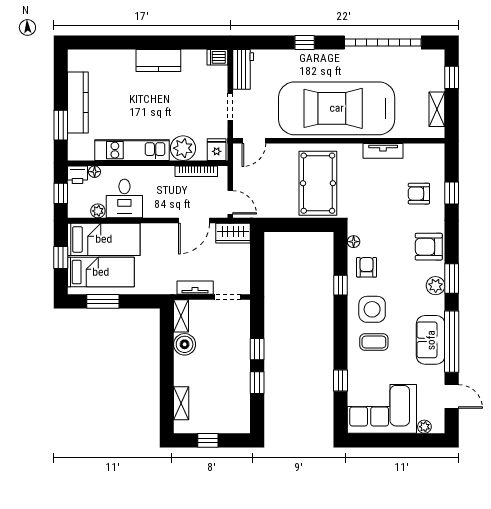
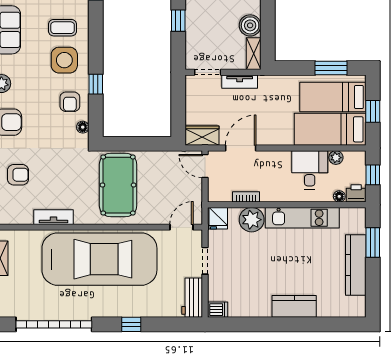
kitchen counter: (158, 61) -> (294, 306), moved
bookcase: (196, 171) -> (246, 197), width x0.64

